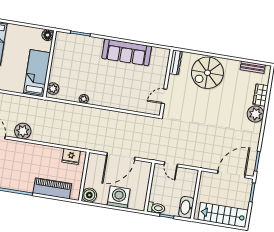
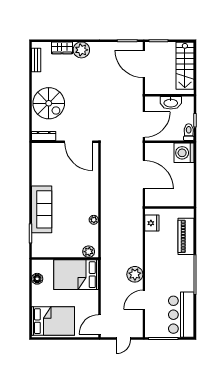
floor lamp: (48, 35) -> (37, 279), moved
sofa: (127, 52) -> (42, 209), moved
bed: (37, 73) -> (76, 275), width x1.50
door: (164, 96) -> (79, 142), width x1.88
door: (171, 164) -> (144, 125), width x1.87
boiler: (89, 195) -> (187, 199), removed
washing machine: (119, 197) -> (184, 153), moved
washbasin: (186, 207) -> (171, 103), moved

